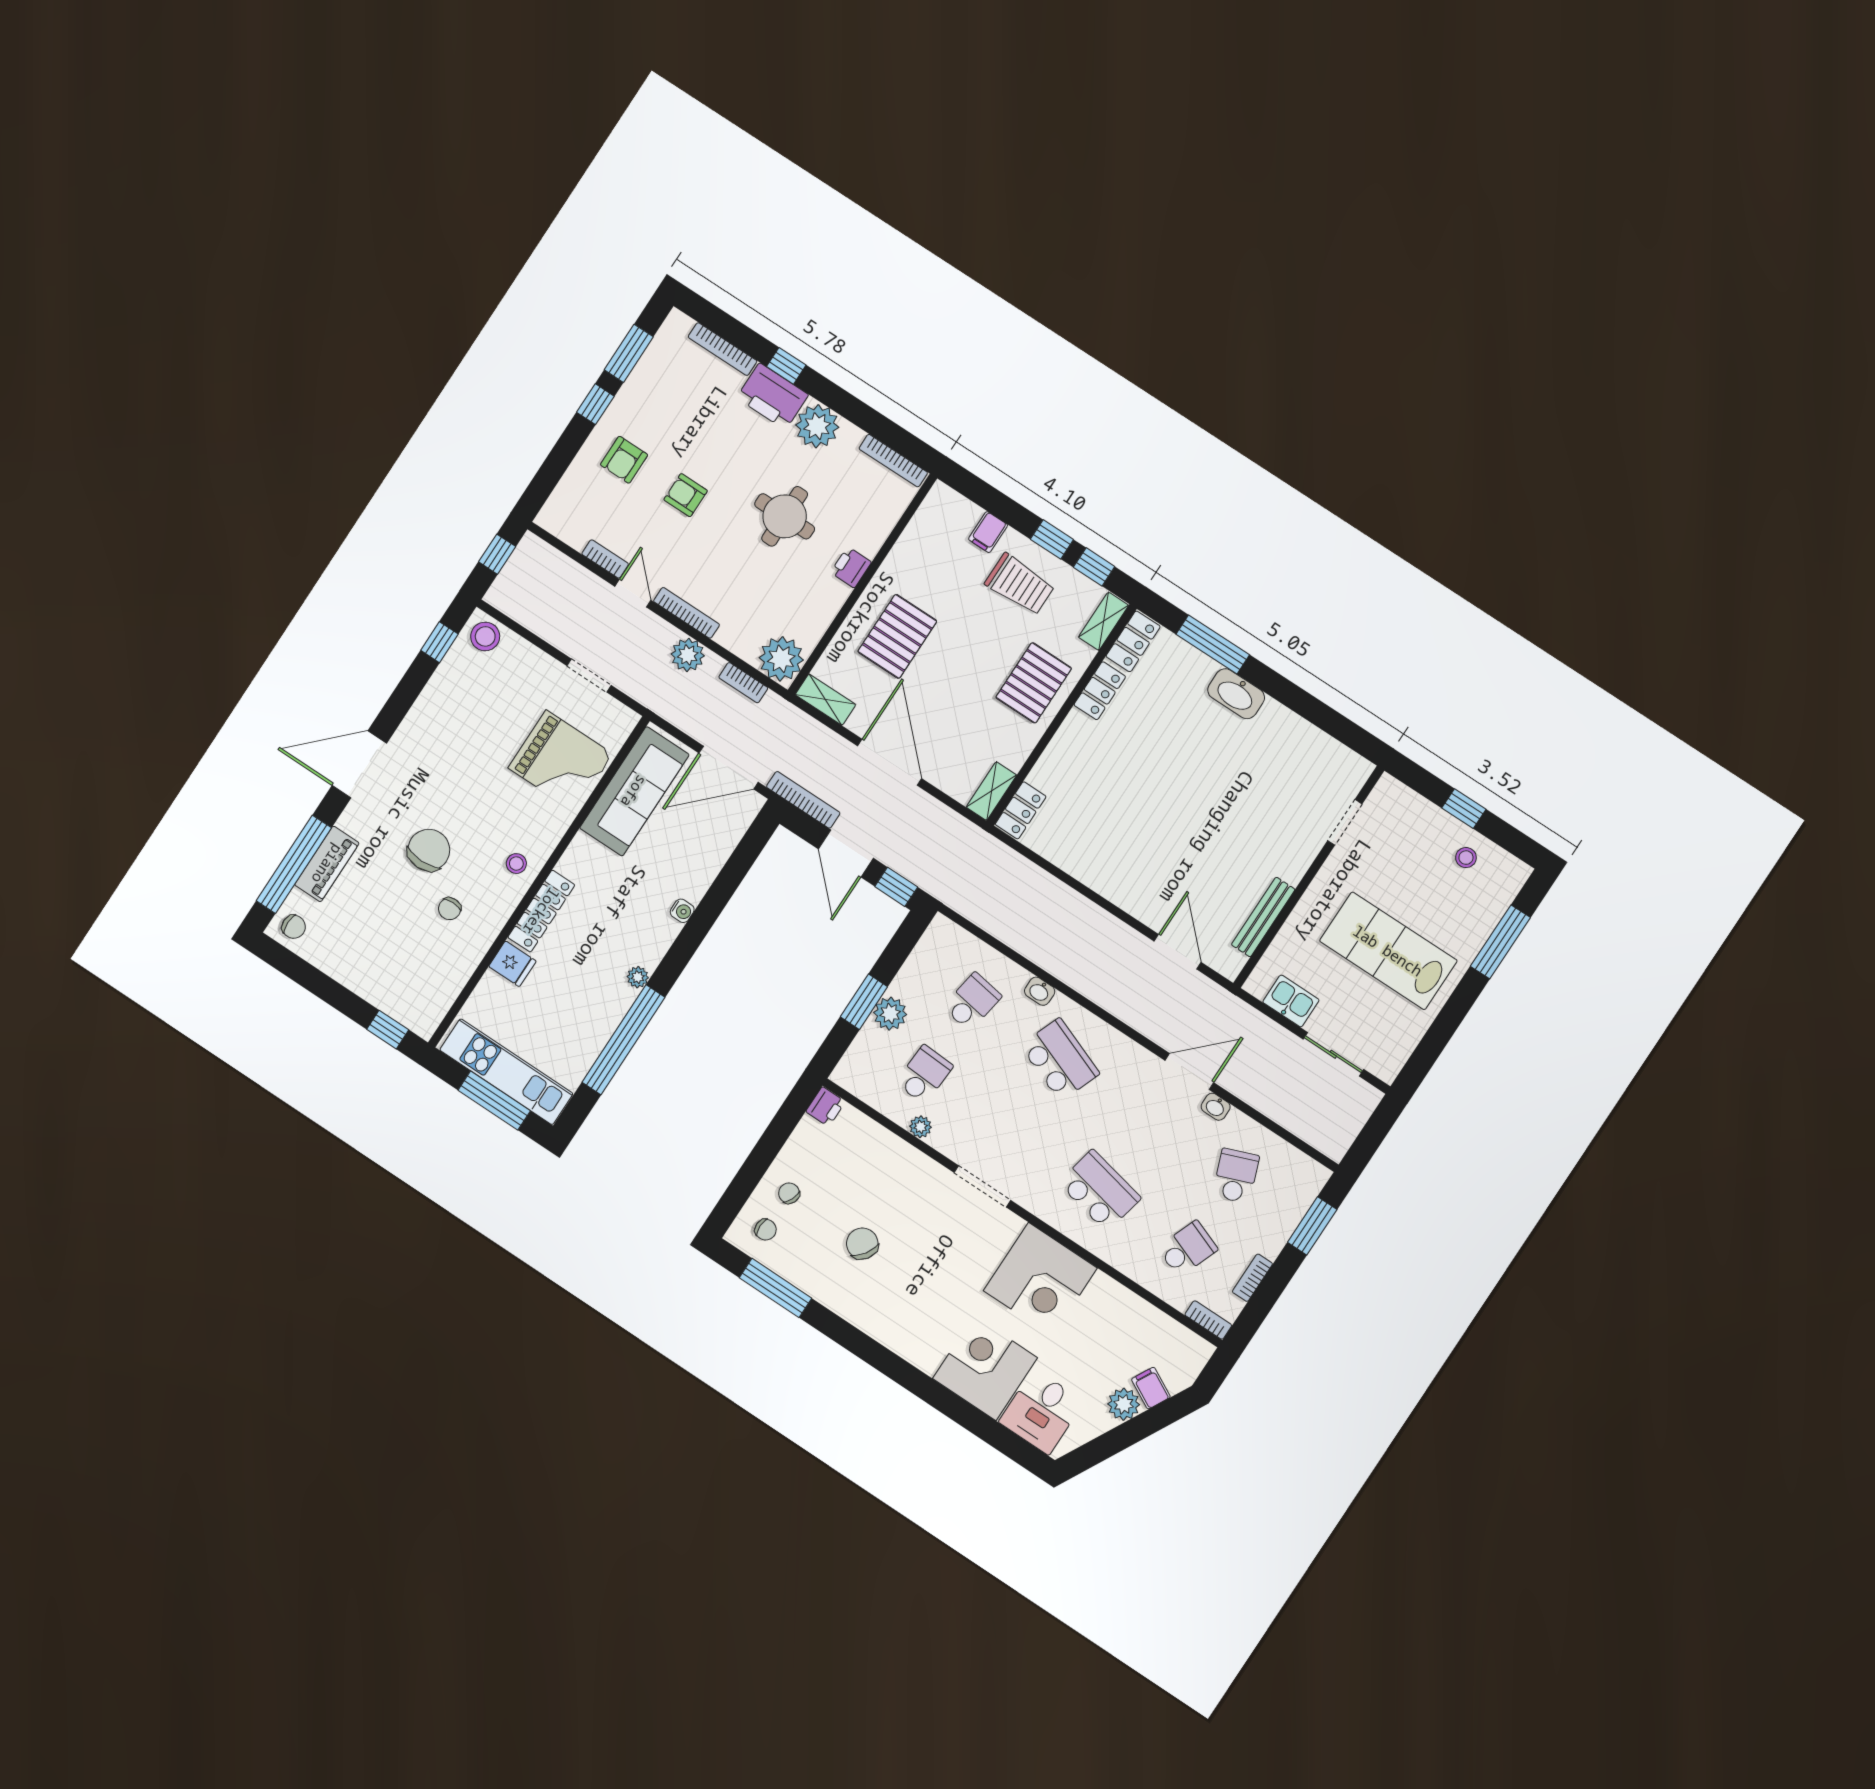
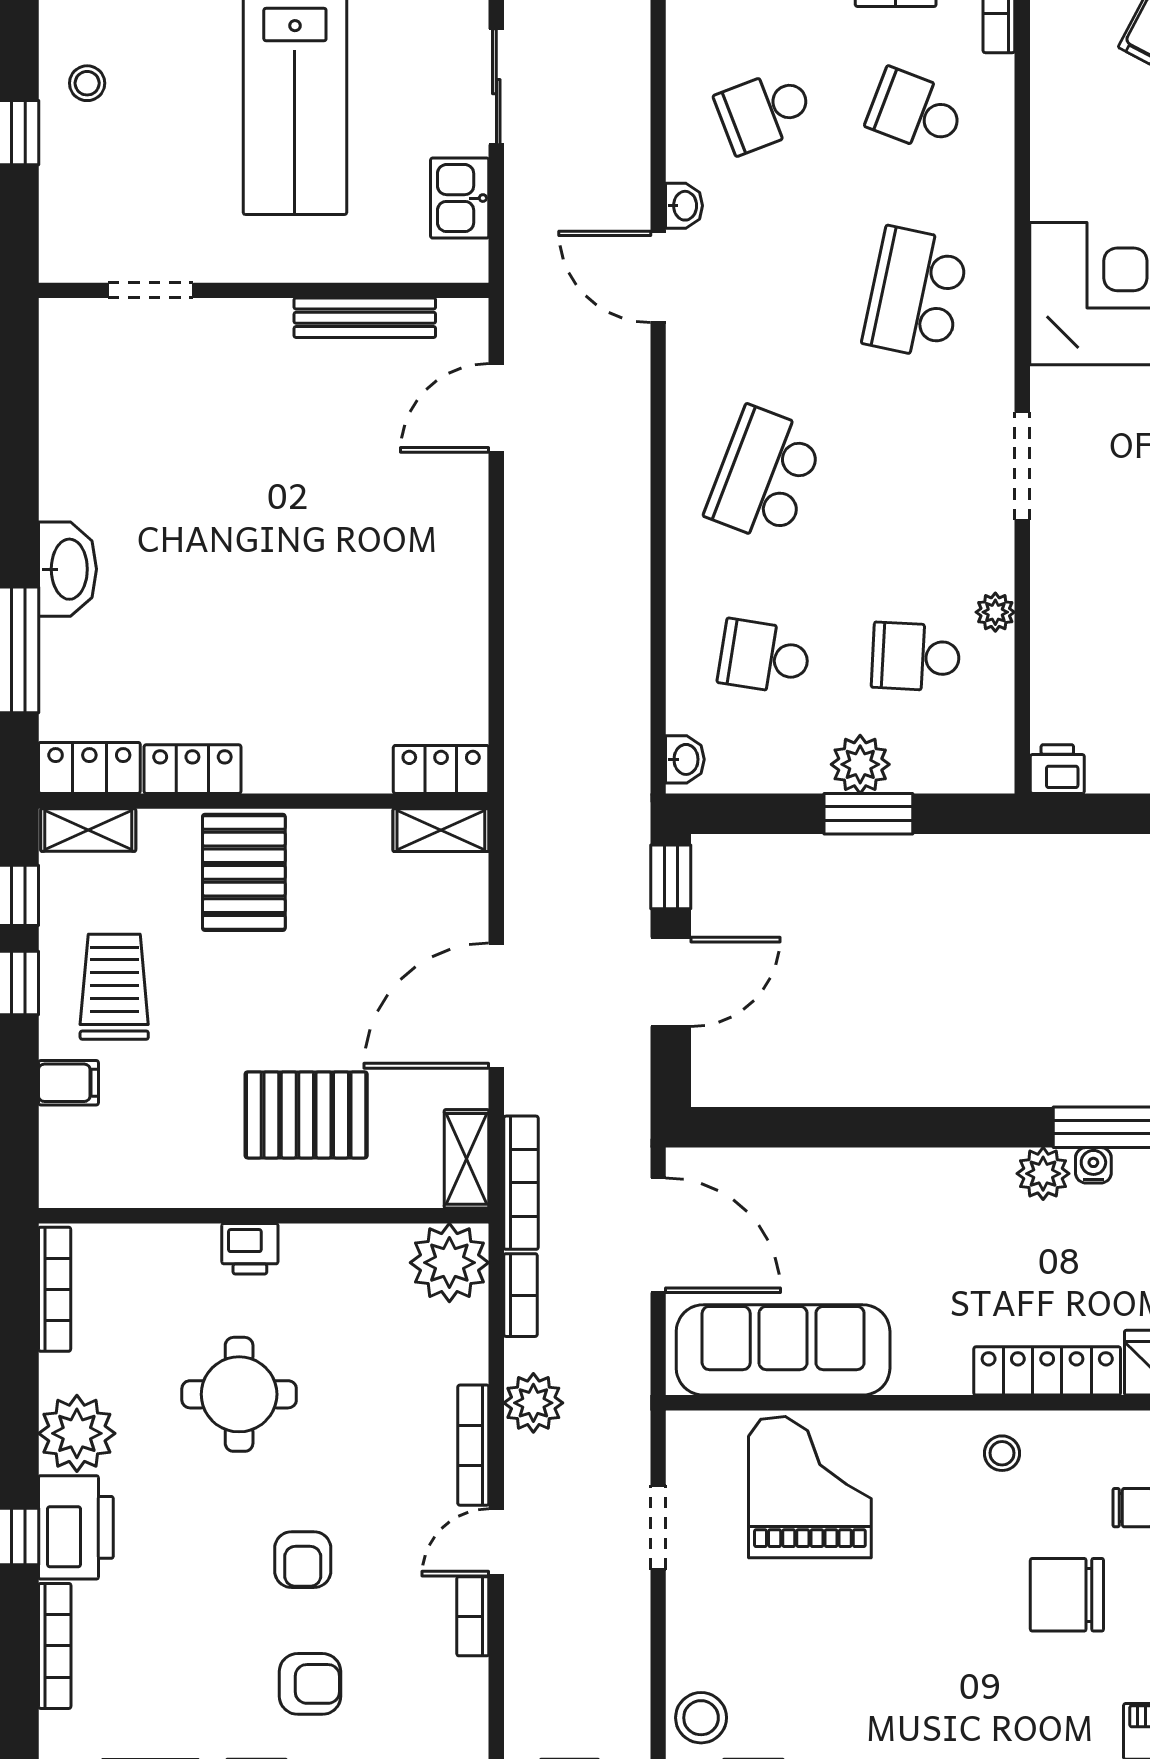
pallet: (1034, 683) -> (244, 872), turned 90
bookcase: (803, 800) -> (521, 1183), moved, turned 180
water cooler: (682, 911) -> (1093, 1165), moved
plant: (638, 977) -> (1043, 1174), width x1.38, depth x1.38
washbasin: (1040, 991) -> (685, 759), moved

